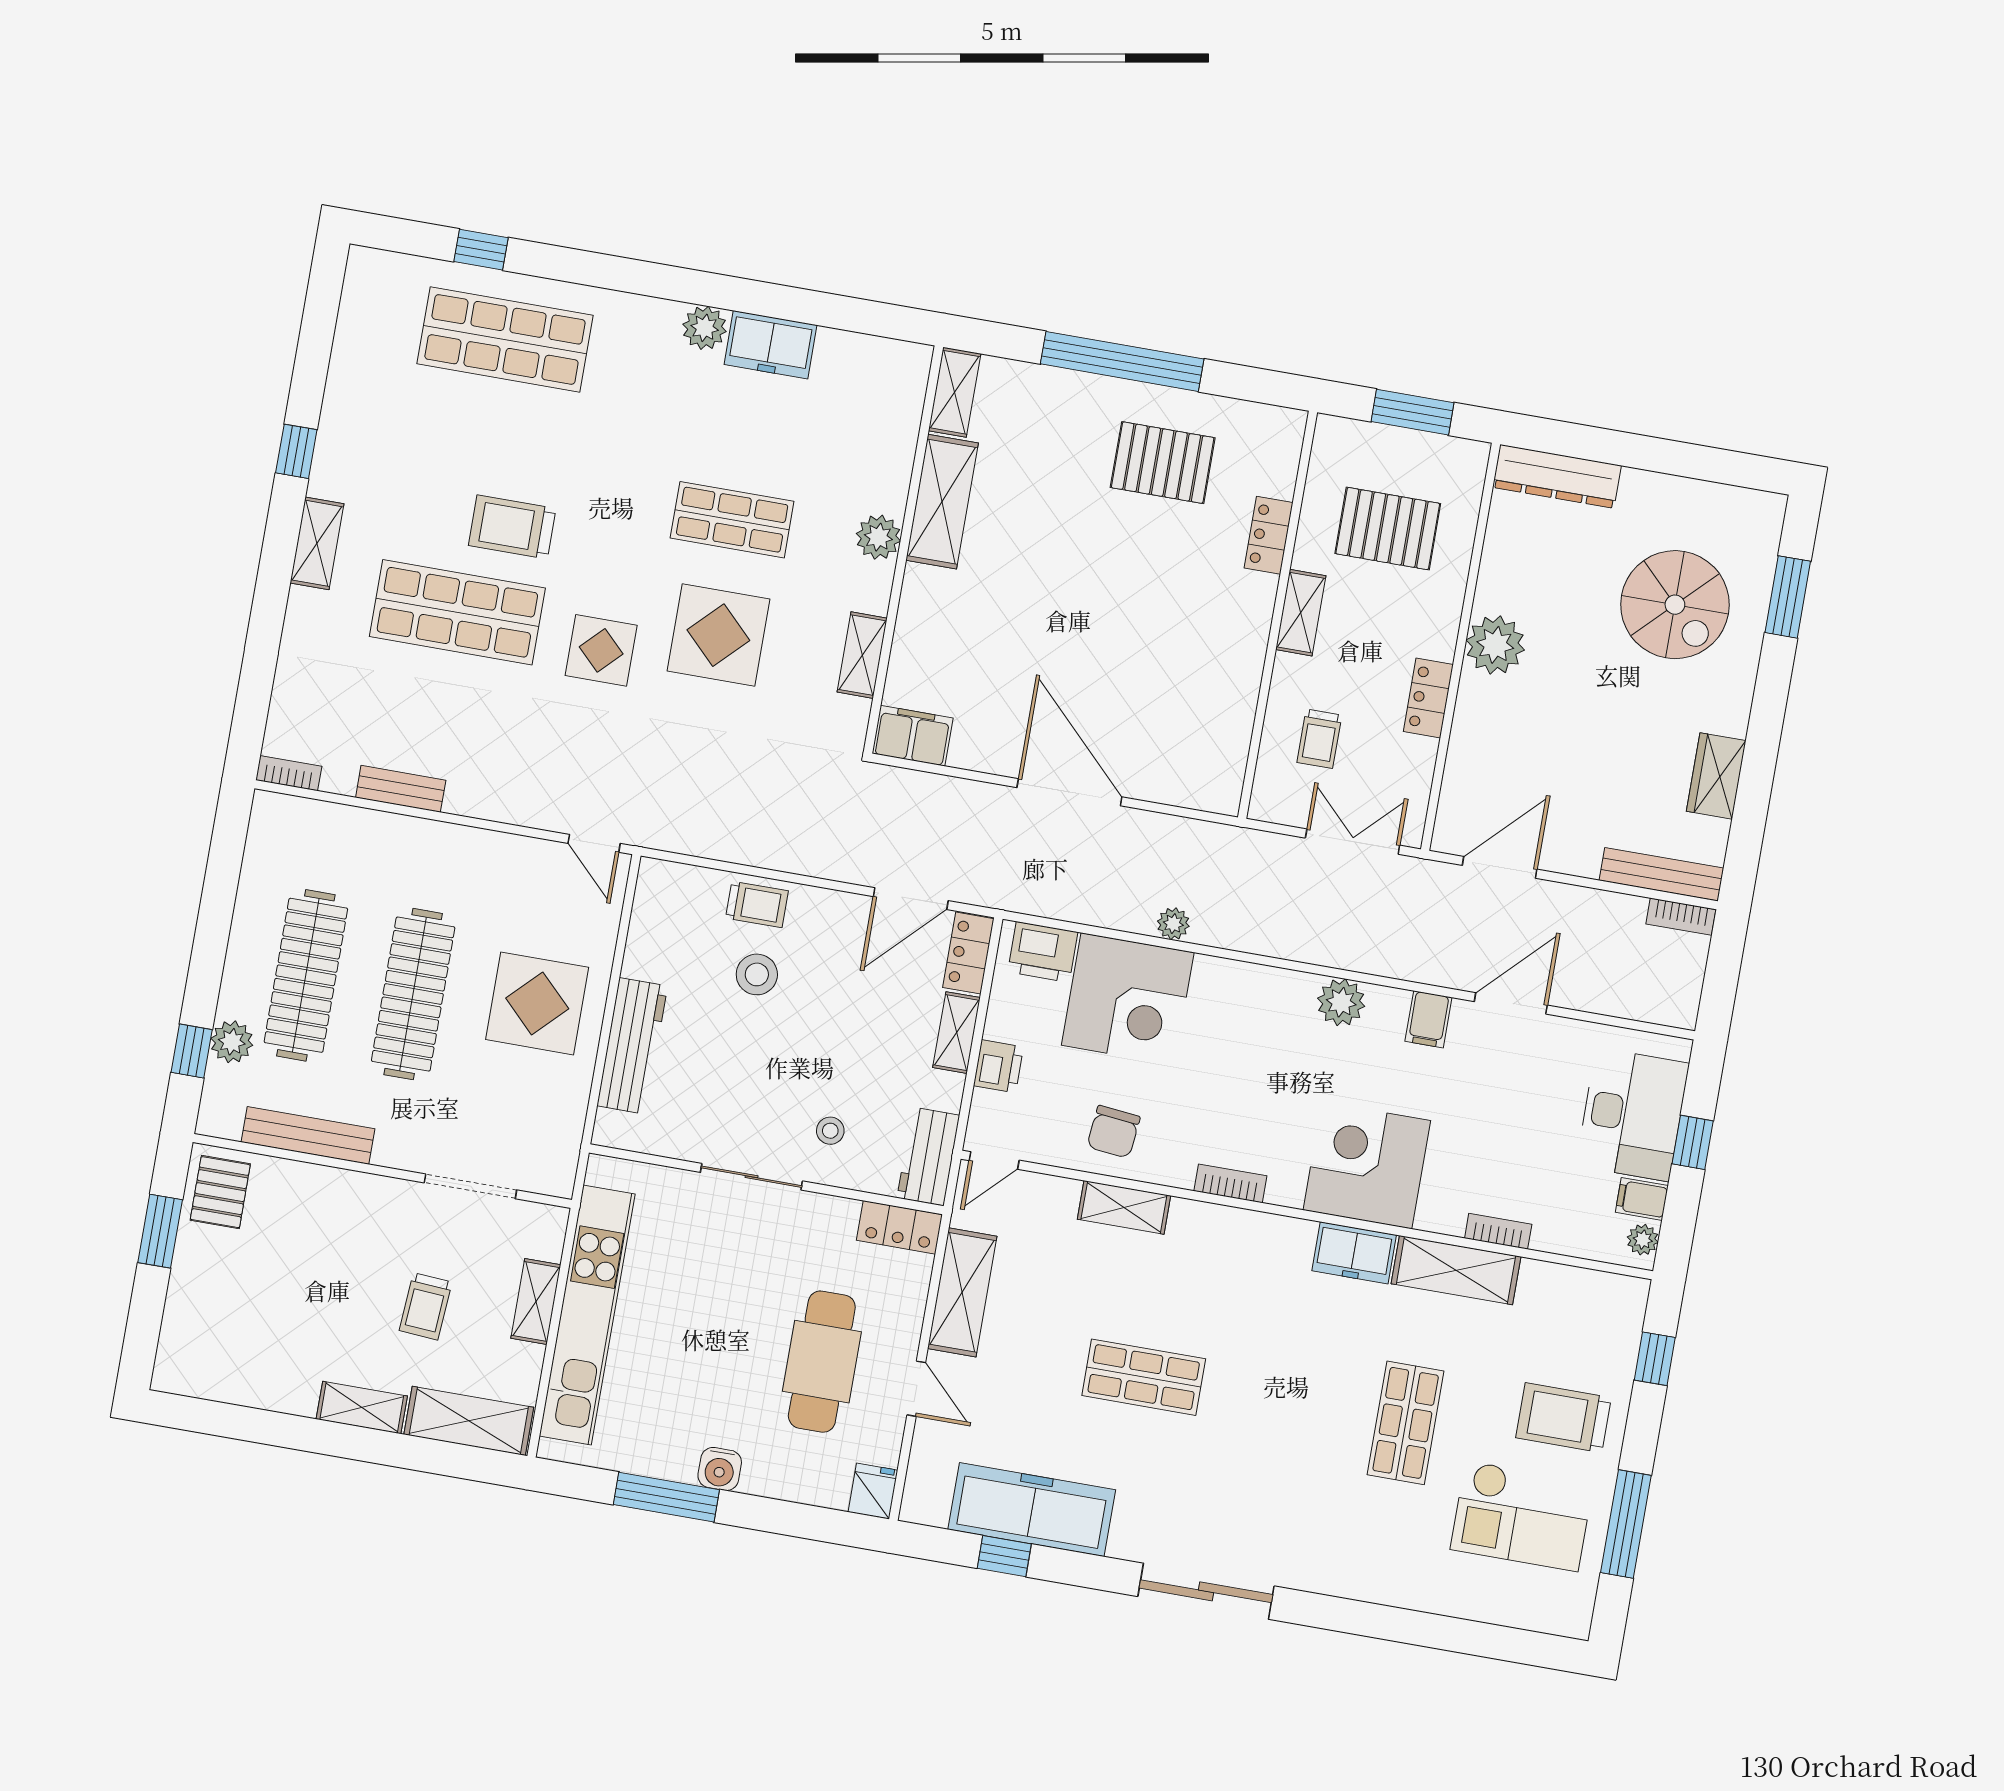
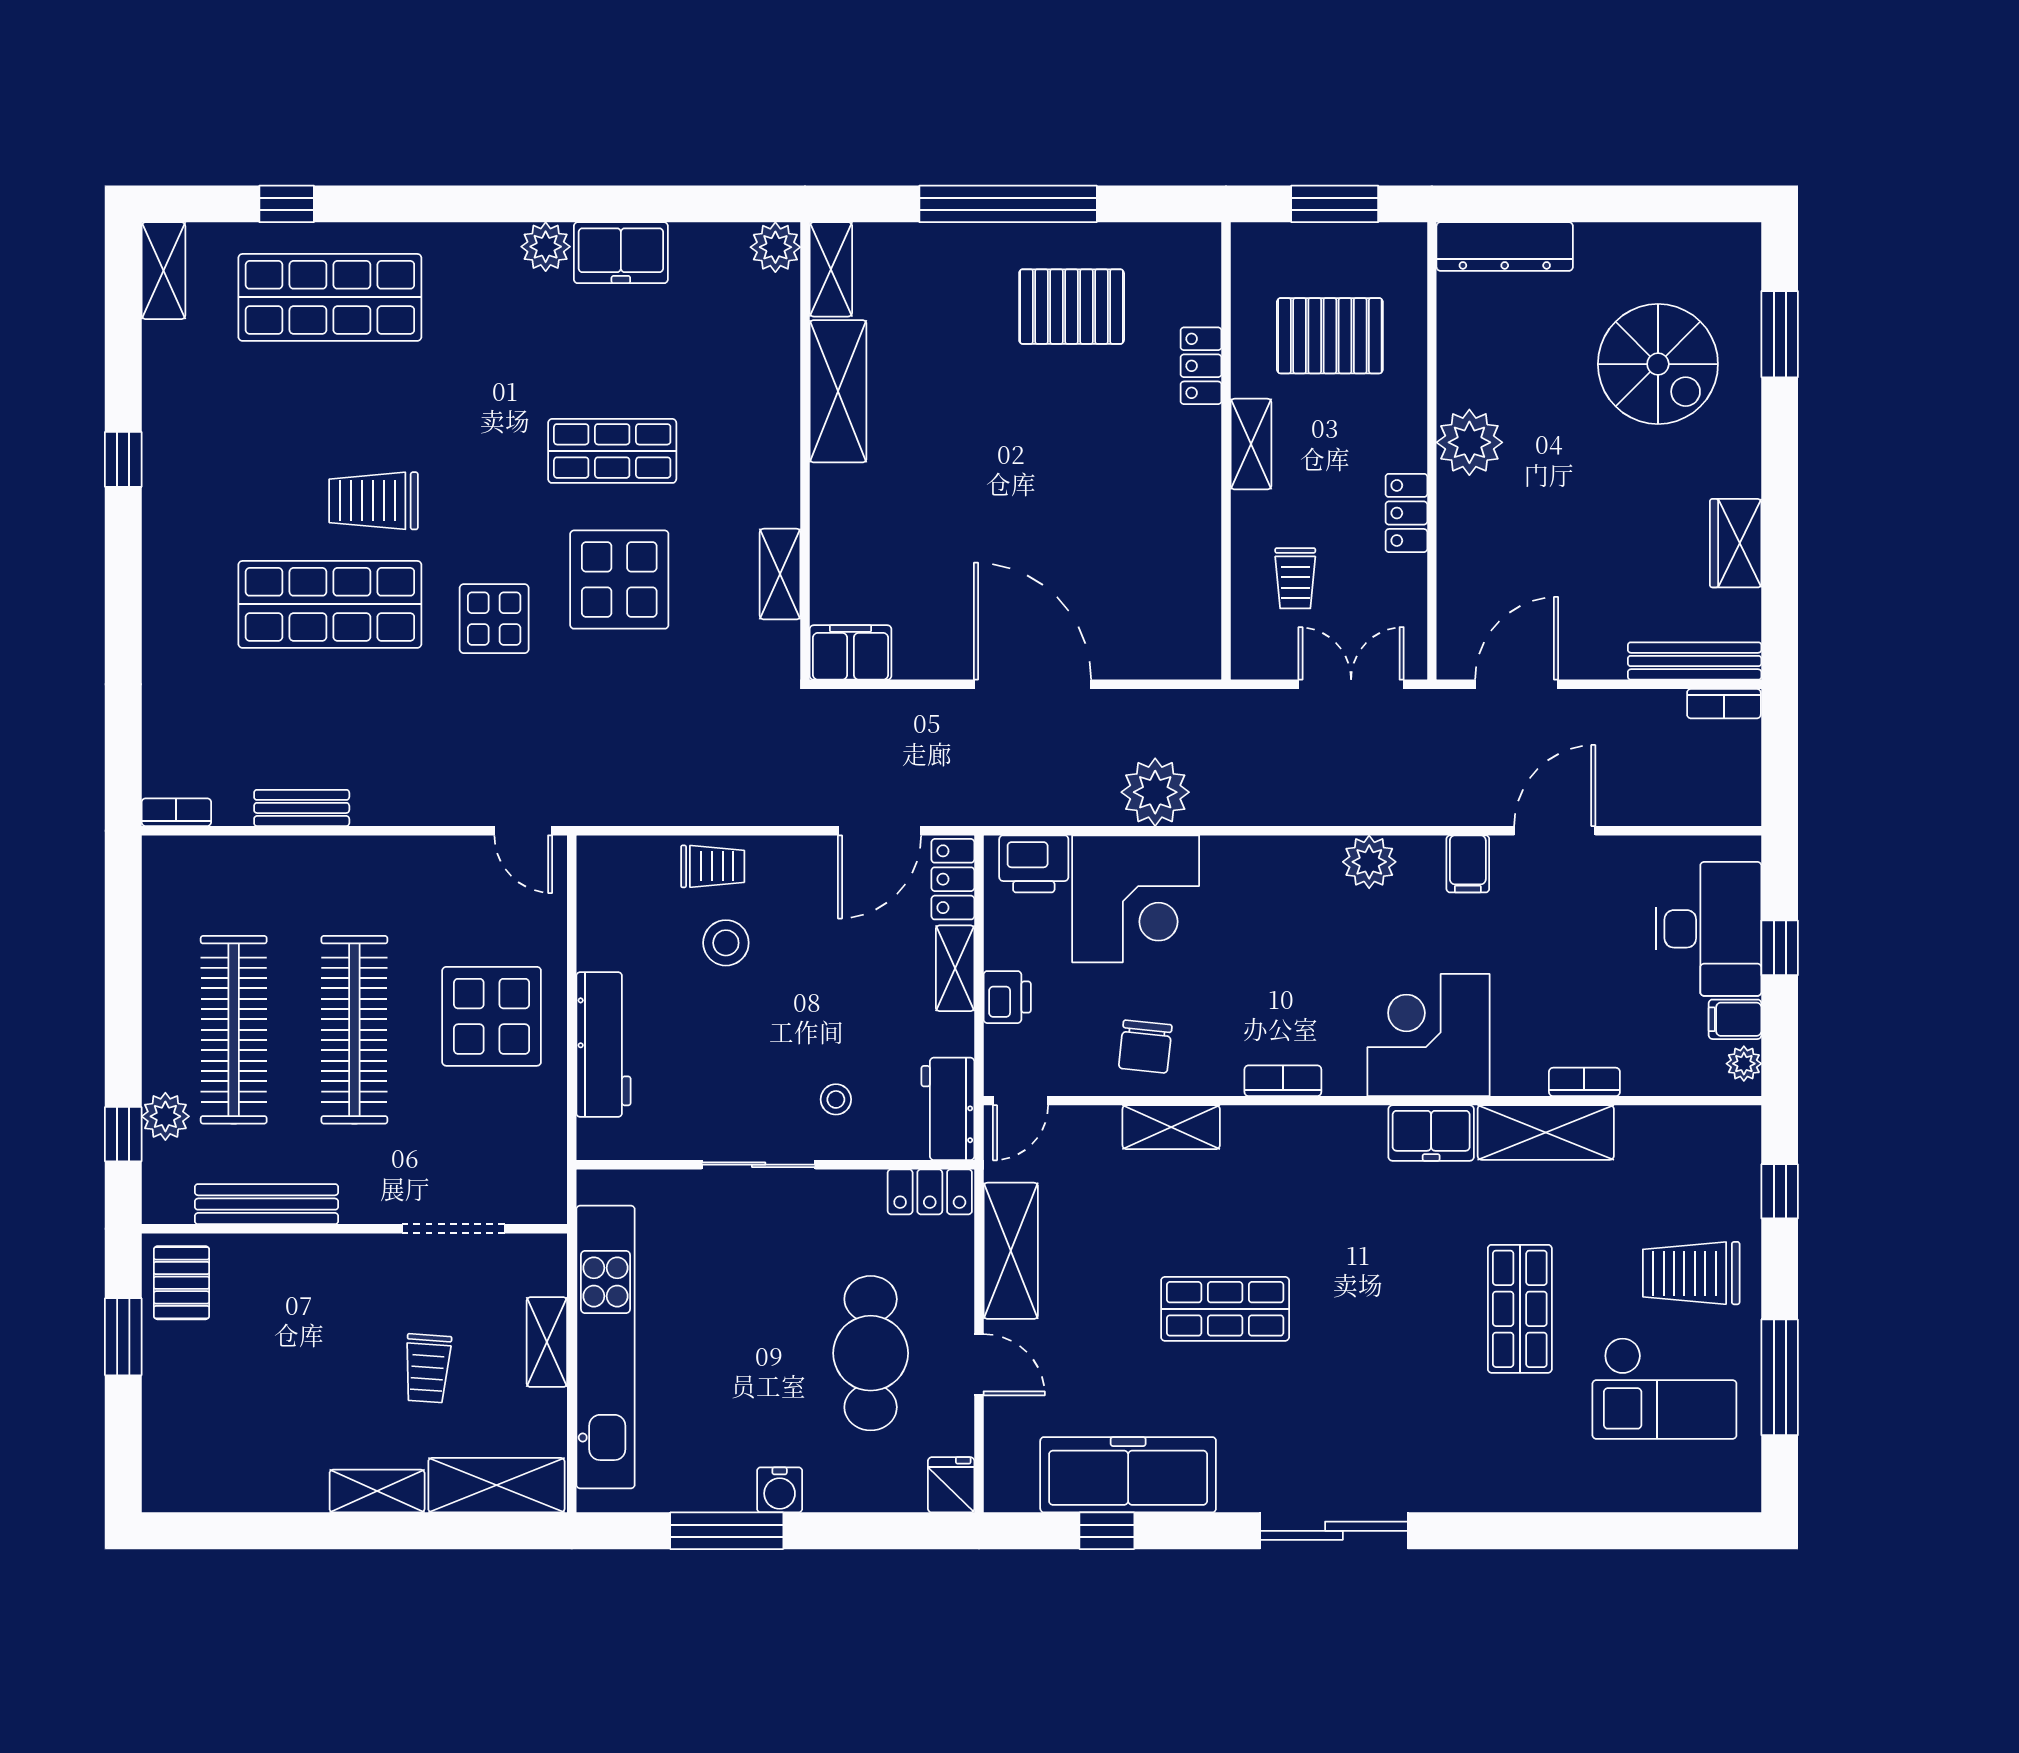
plant: (878, 537) -> (775, 247), moved
shelving: (317, 543) -> (163, 271), moved
plant: (1173, 924) -> (1155, 792), width x1.88, depth x1.88

